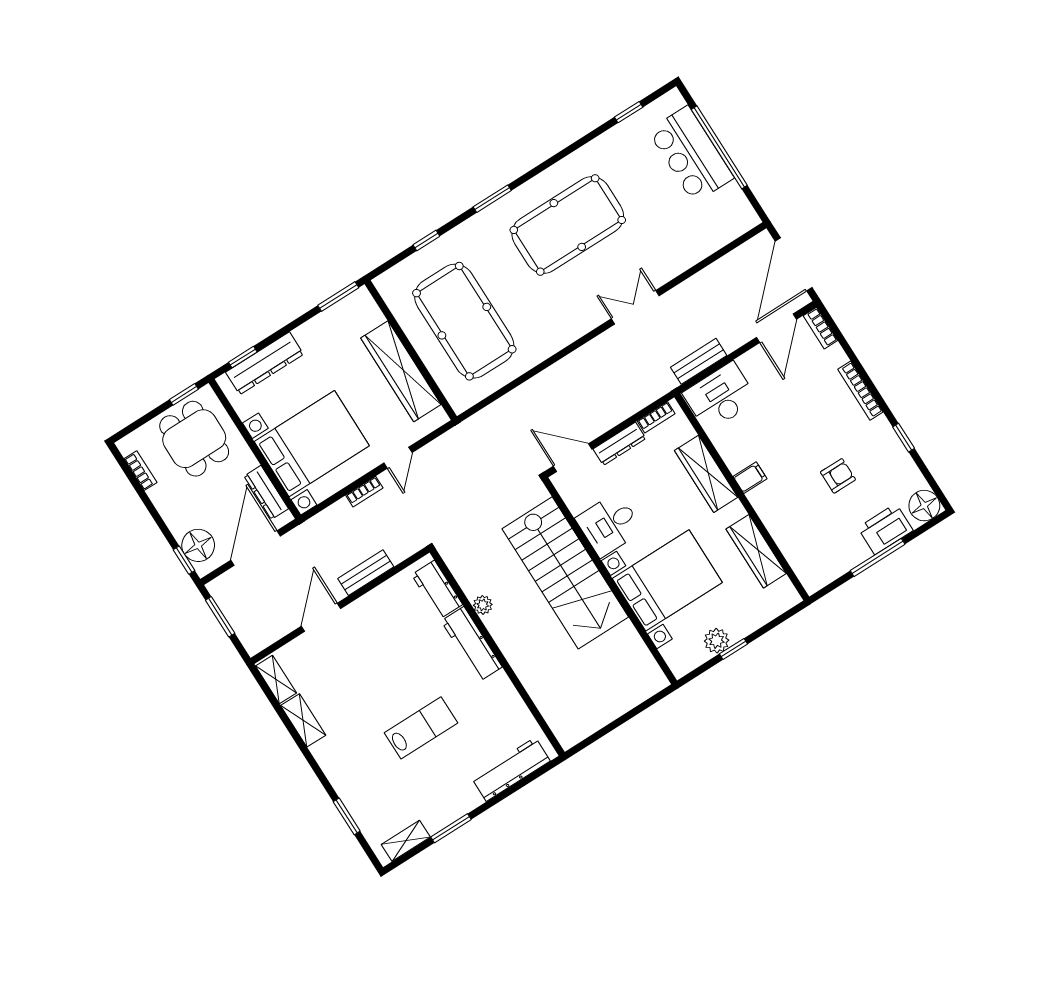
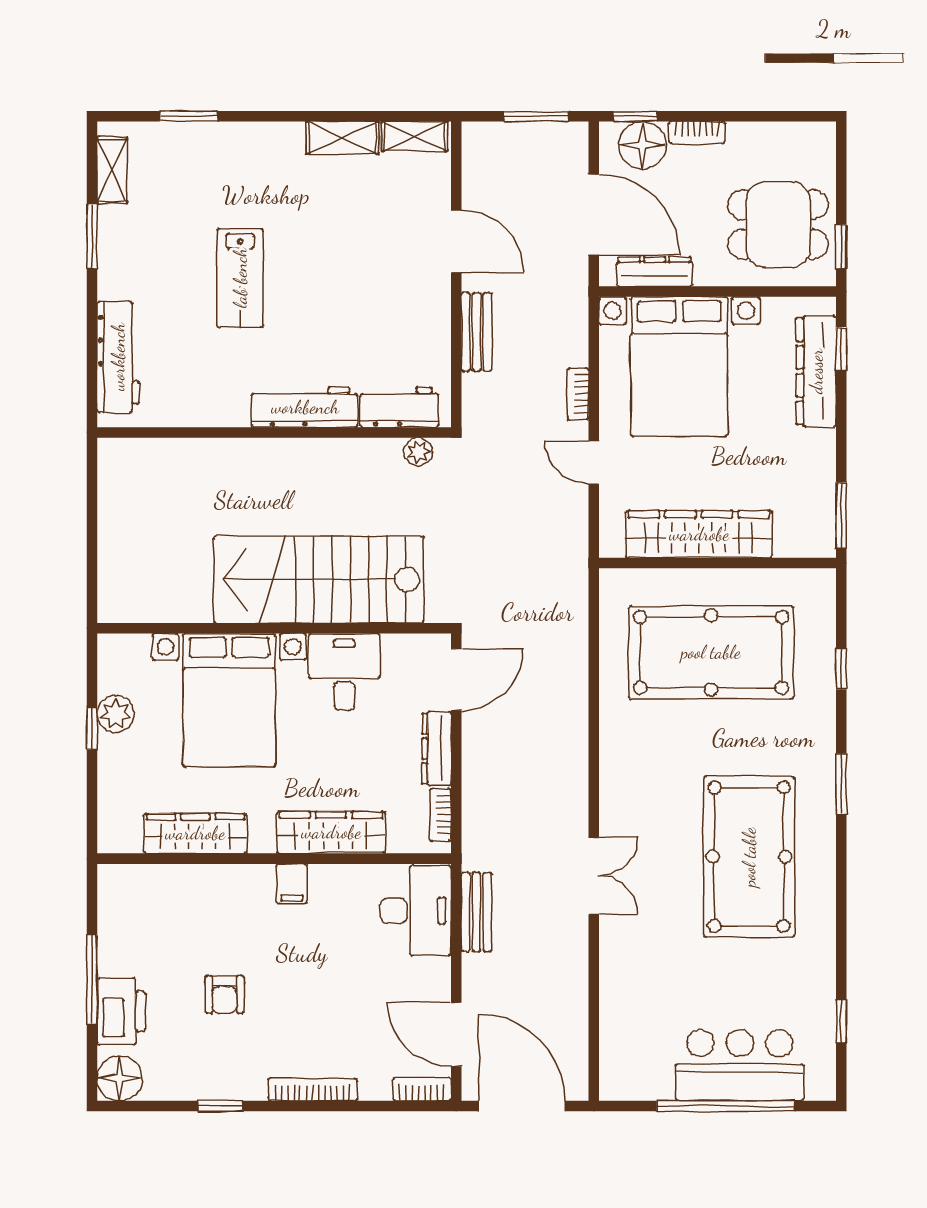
bookcase: (140, 471) -> (697, 133), moved
plant: (483, 605) -> (418, 452), moved

